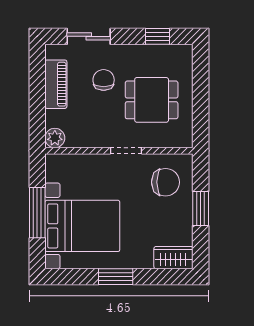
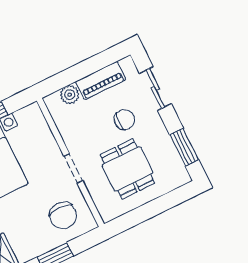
window: (158, 36) -> (184, 147), width x1.50
plant: (55, 138) -> (70, 95), moved

